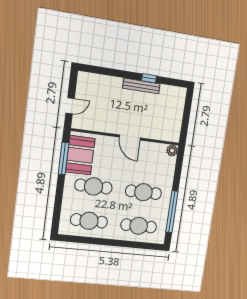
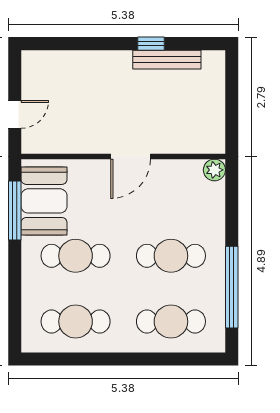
bench: (141, 86) -> (167, 60), moved
door: (130, 138) -> (131, 156), hinge flipped

